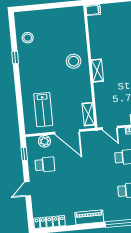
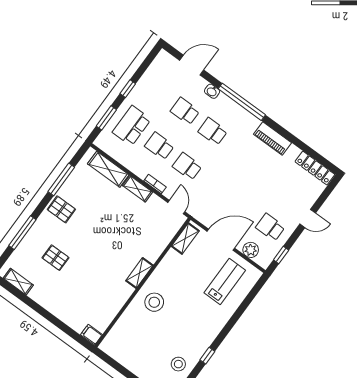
door: (67, 132) -> (221, 240), hinge flipped

